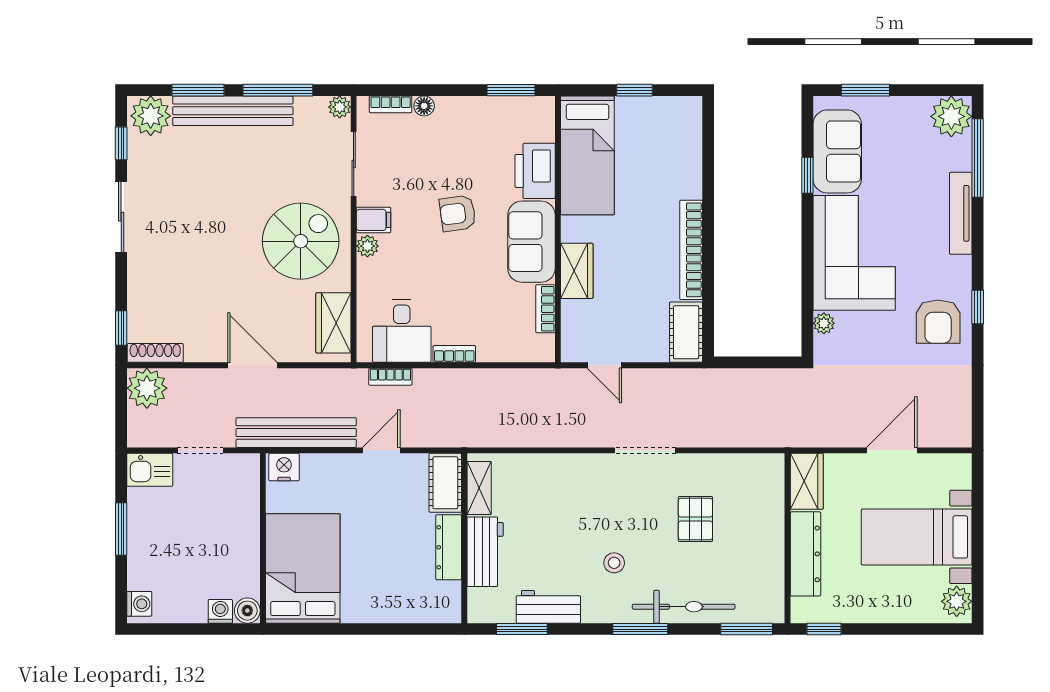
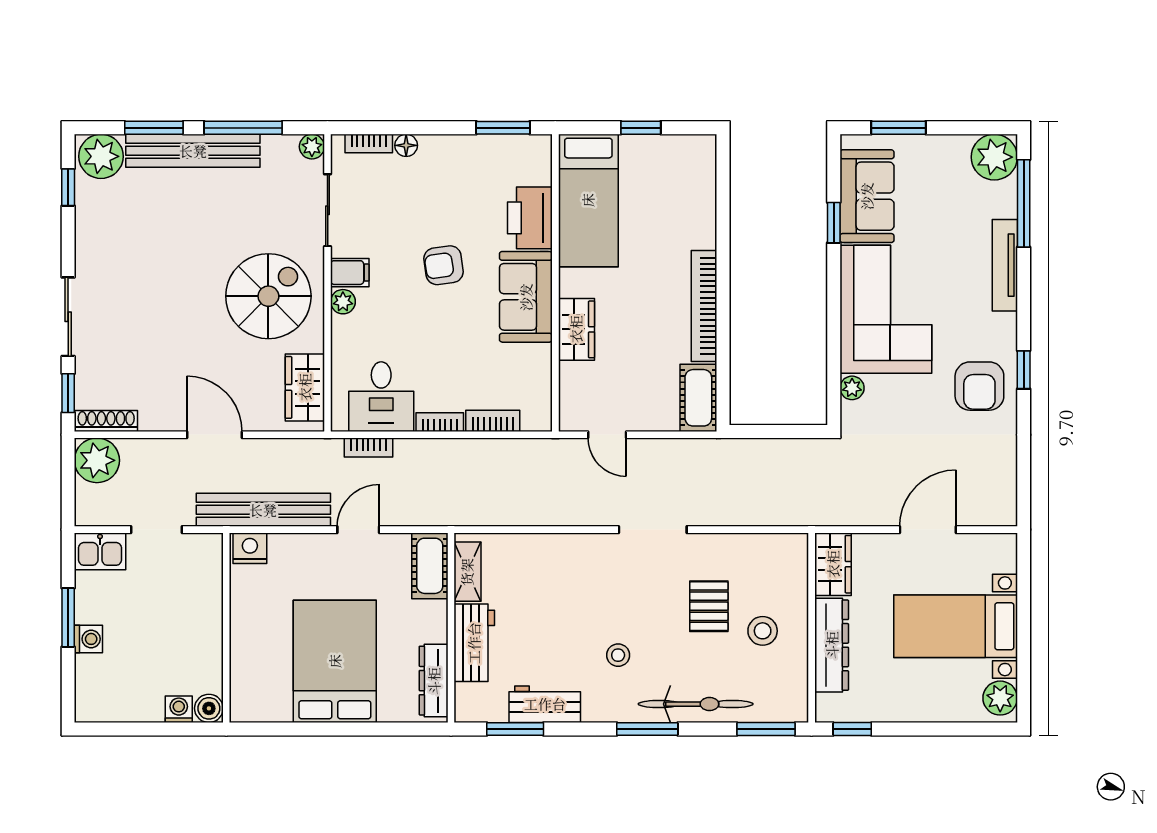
sliding door: (121, 217) -> (68, 317), moved
bookcase: (545, 309) -> (493, 421), moved, turned 90
stool: (744, 541) -> (763, 631), added
dresser: (449, 547) -> (434, 681), moved
bed: (303, 568) -> (335, 661), moved
washing machine: (139, 604) -> (88, 639), moved

